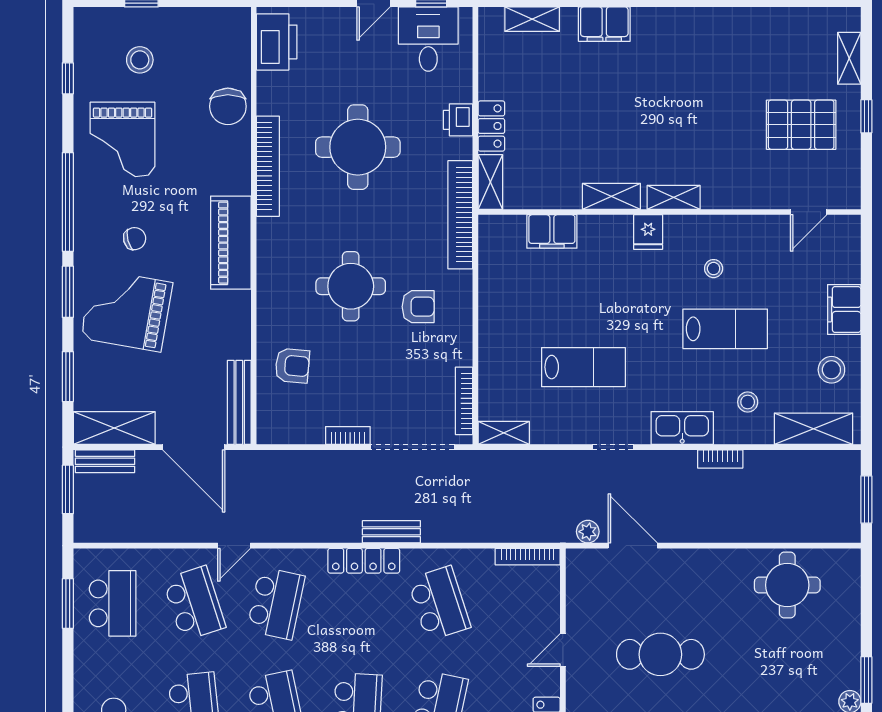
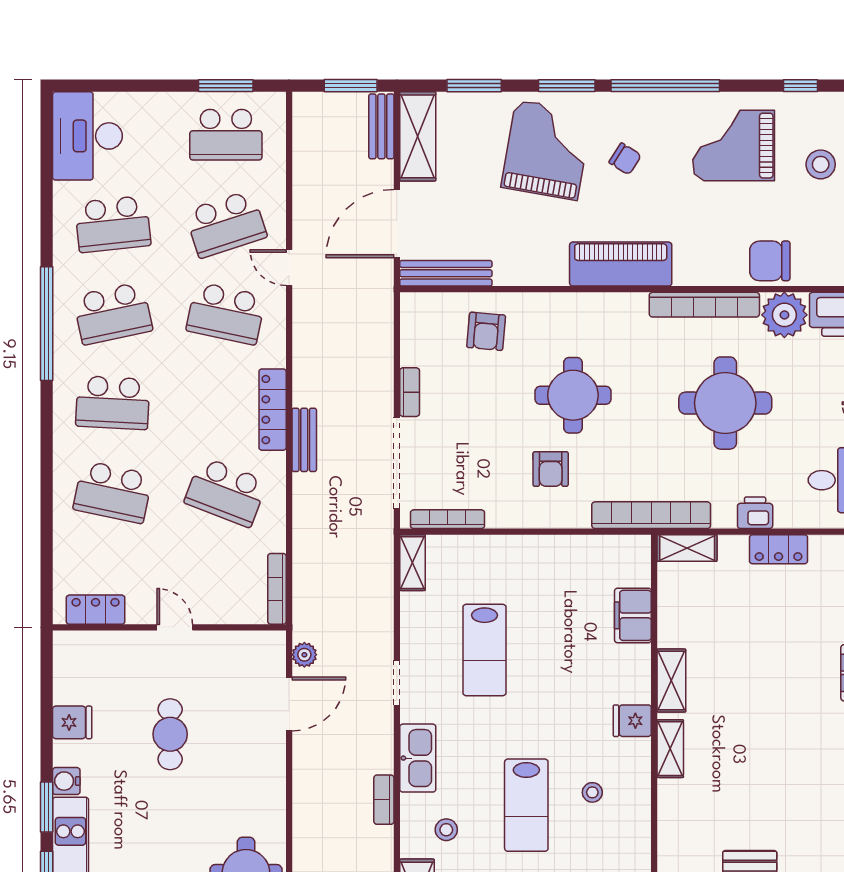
plant: (277, 93) -> (784, 315), added
locker: (491, 126) -> (779, 549), moved
chair: (135, 239) -> (625, 159), turned -43
school desk: (439, 603) -> (226, 492), turned 39
cafe table: (660, 654) -> (170, 734), width x0.73, depth x0.74

